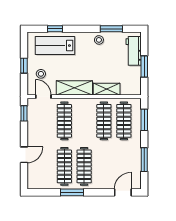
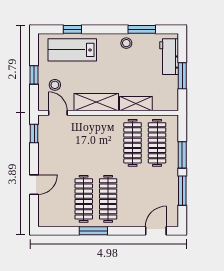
window: (144, 120) -> (182, 155), moved
clothes rail: (64, 121) -> (84, 143), removed

